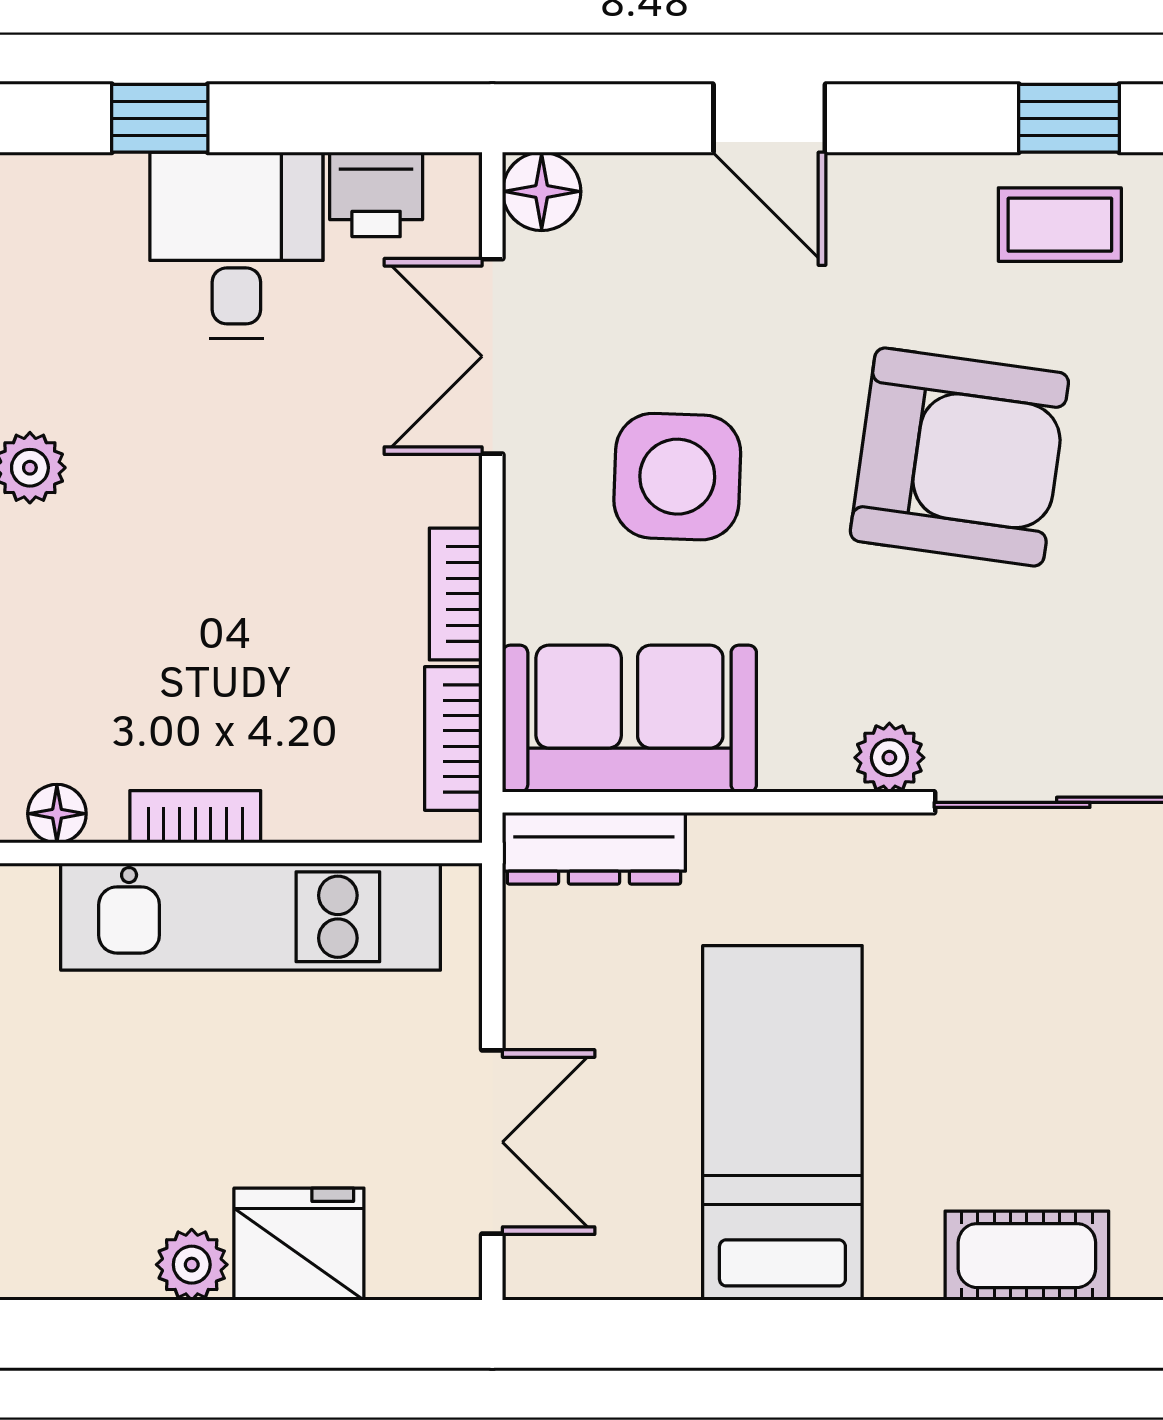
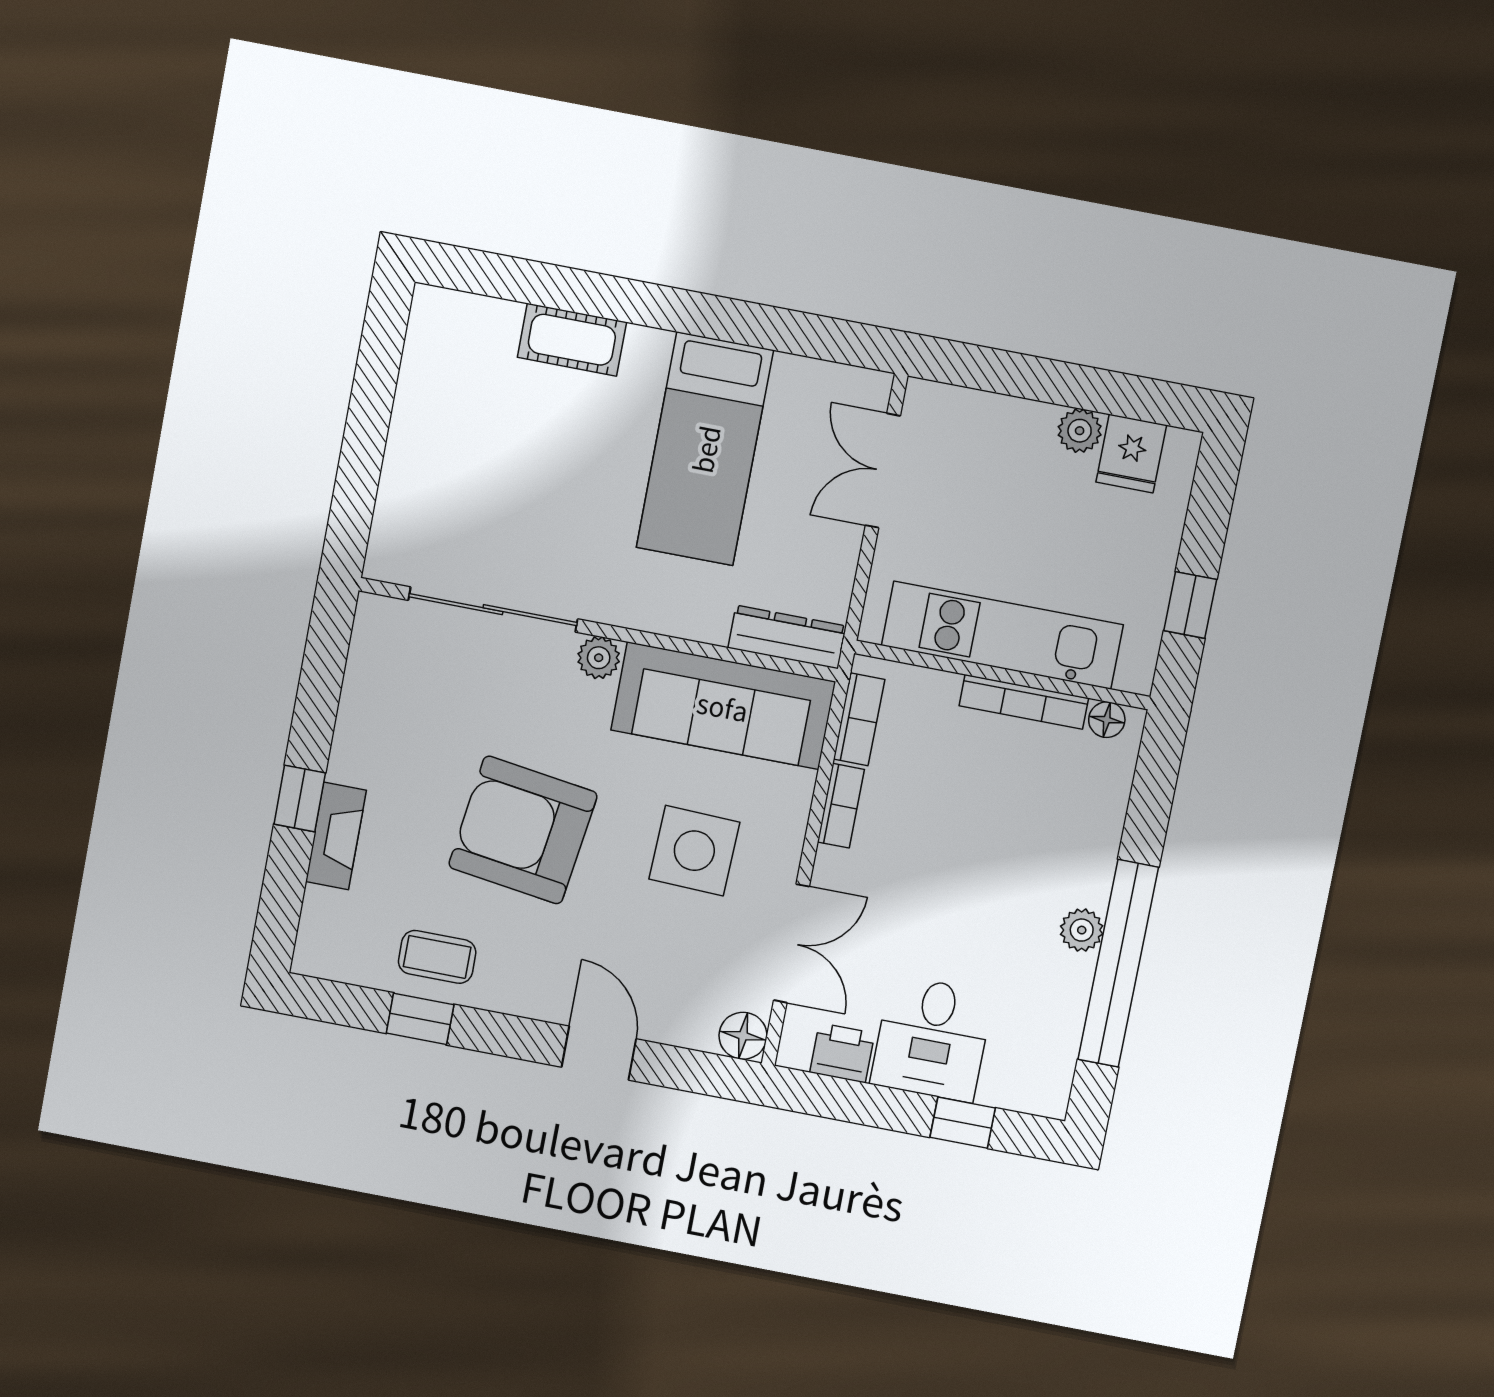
sofa: (629, 719) -> (723, 706), width x1.36
bookcase: (195, 817) -> (1024, 702), width x1.56
fridge: (299, 1244) -> (1131, 454), moved, width x0.72

